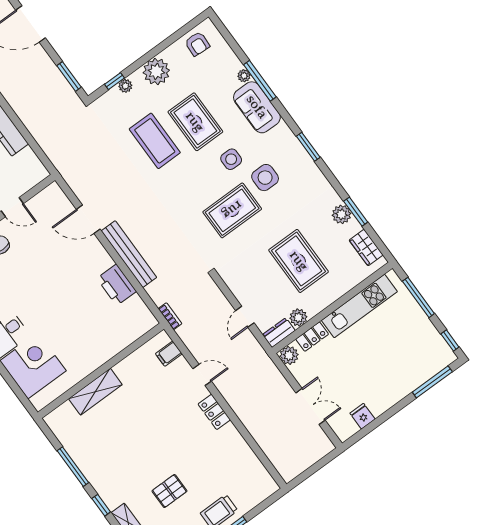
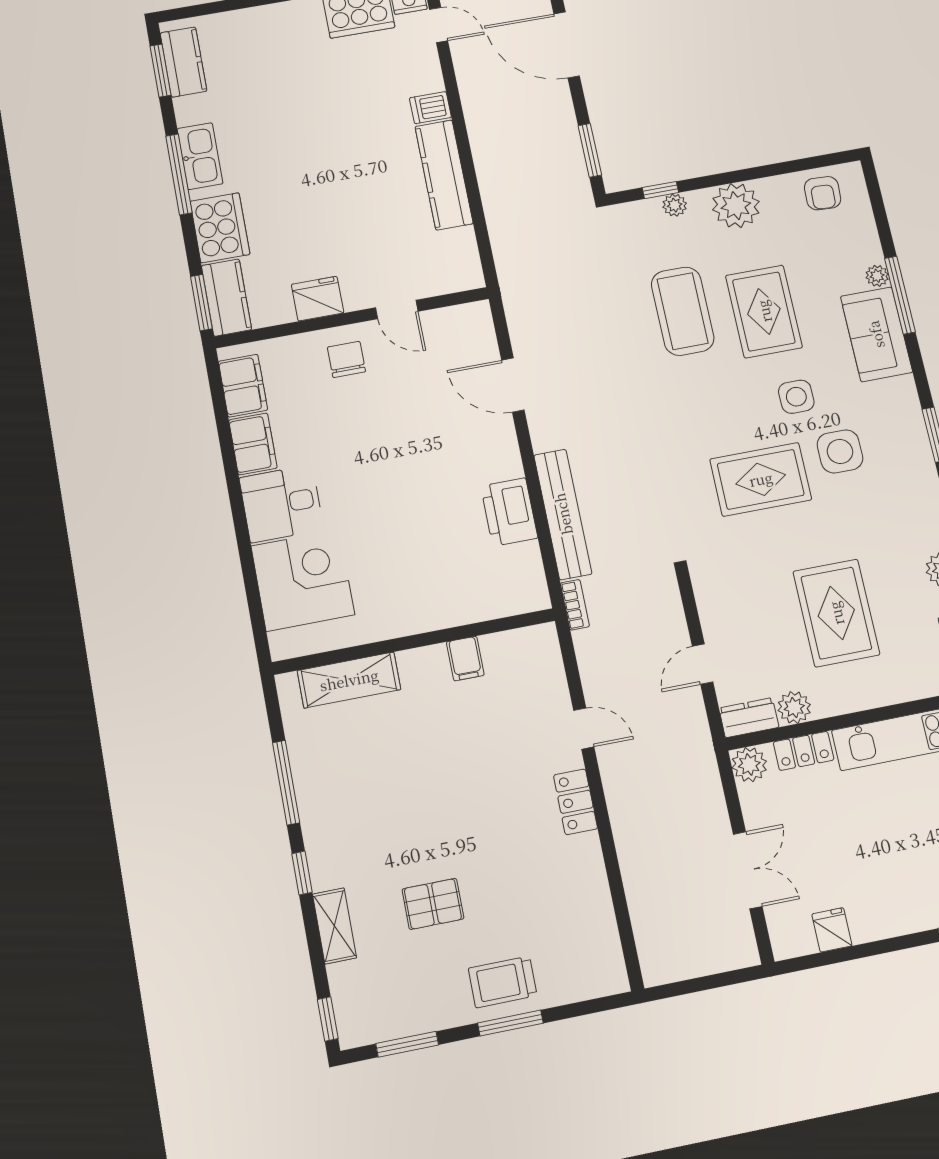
bench: (129, 254) -> (563, 514), moved
filing cabinet: (169, 354) -> (465, 659), moved, turned -90
shelving: (95, 392) -> (349, 680), moved

